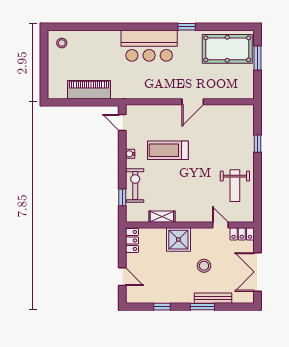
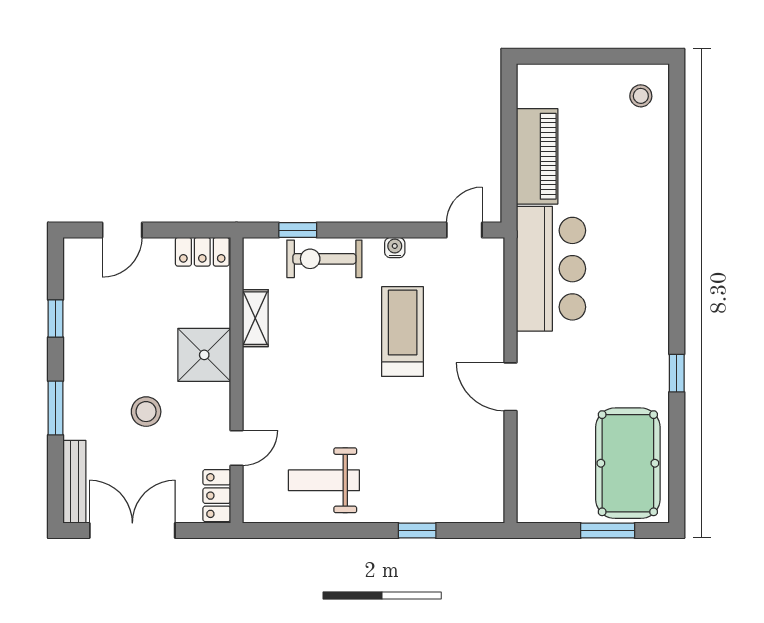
bar counter: (149, 46) -> (551, 269), moved, turned 180
exercise bike: (135, 185) -> (324, 259), turned 180
bench: (213, 298) -> (74, 482), moved

